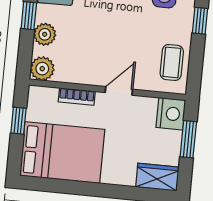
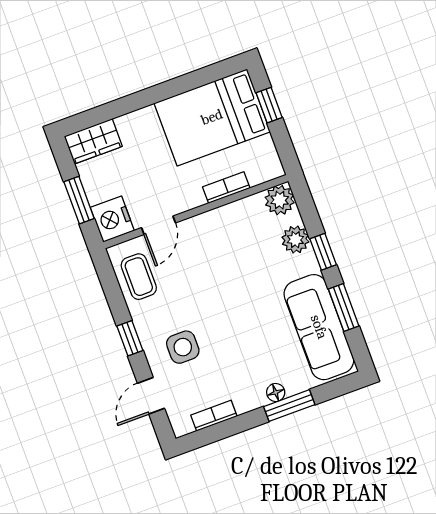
door: (119, 91) -> (158, 225), moved
window: (19, 121) -> (269, 105), moved

